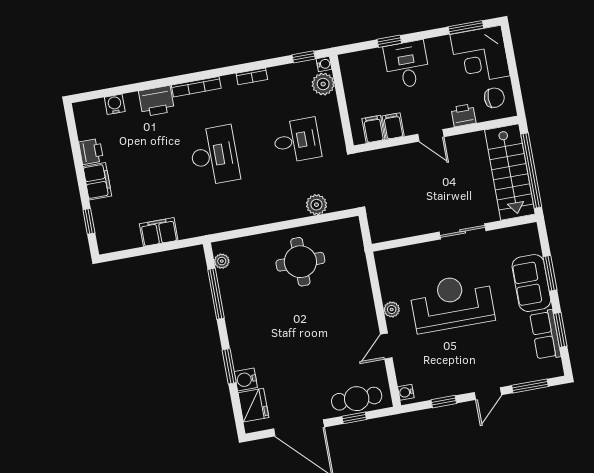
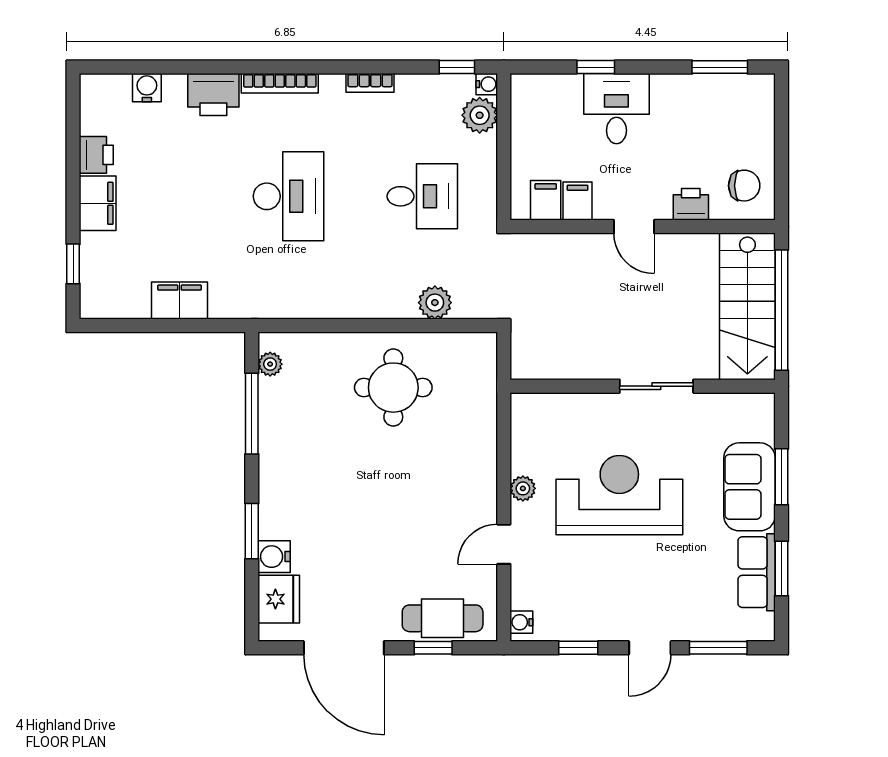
corner desk: (480, 55) -> (734, 115), removed

